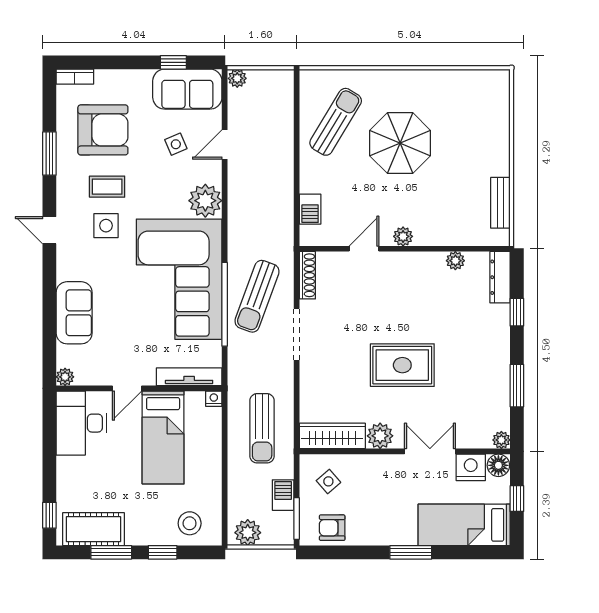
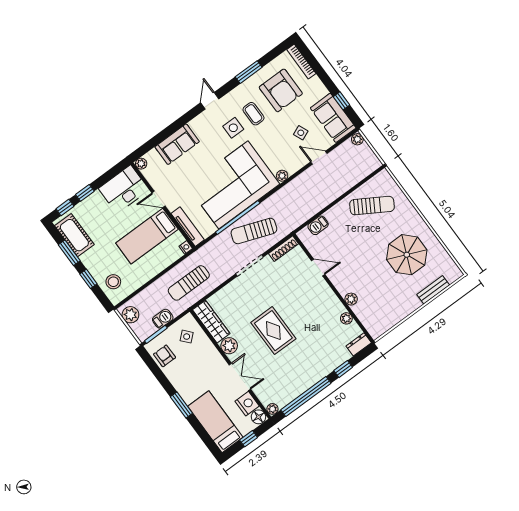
bookcase: (75, 77) -> (301, 62), width x1.56
parasol: (400, 143) -> (407, 255), moved
plant: (205, 201) -> (282, 176), width x0.53, depth x0.53
bench: (500, 203) -> (433, 290), moved
plant: (403, 236) -> (351, 299), moved
dresser: (500, 277) -> (359, 344), width x0.70
window: (517, 386) -> (306, 396), width x2.11
window: (49, 476) -> (85, 193), added

